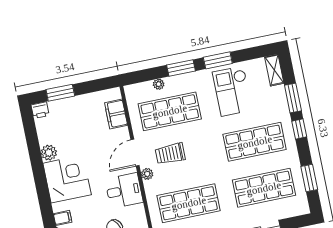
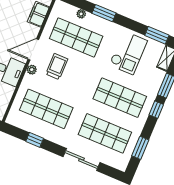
window: (218, 60) -> (157, 35), moved
checkout: (232, 91) -> (128, 53), turned 180
trolley: (170, 154) -> (57, 67), turned 90

